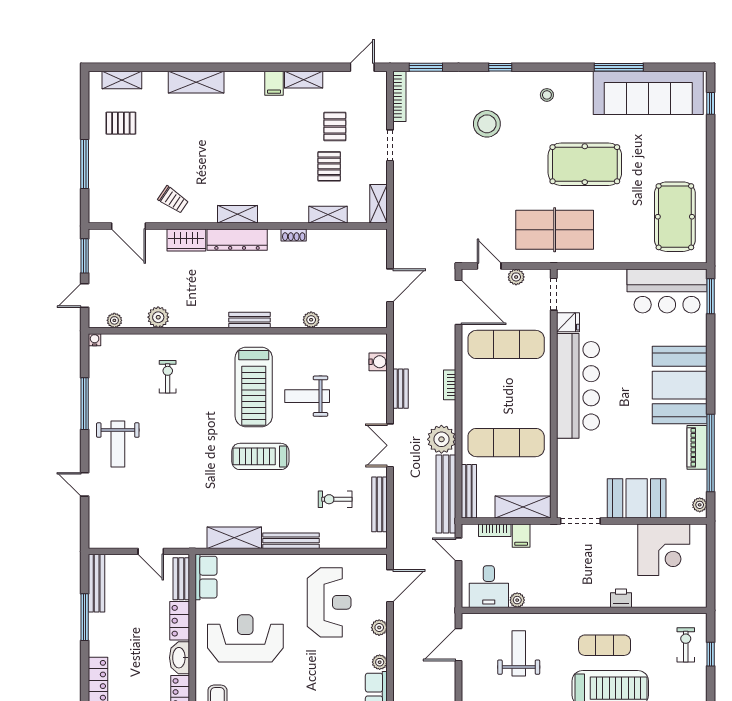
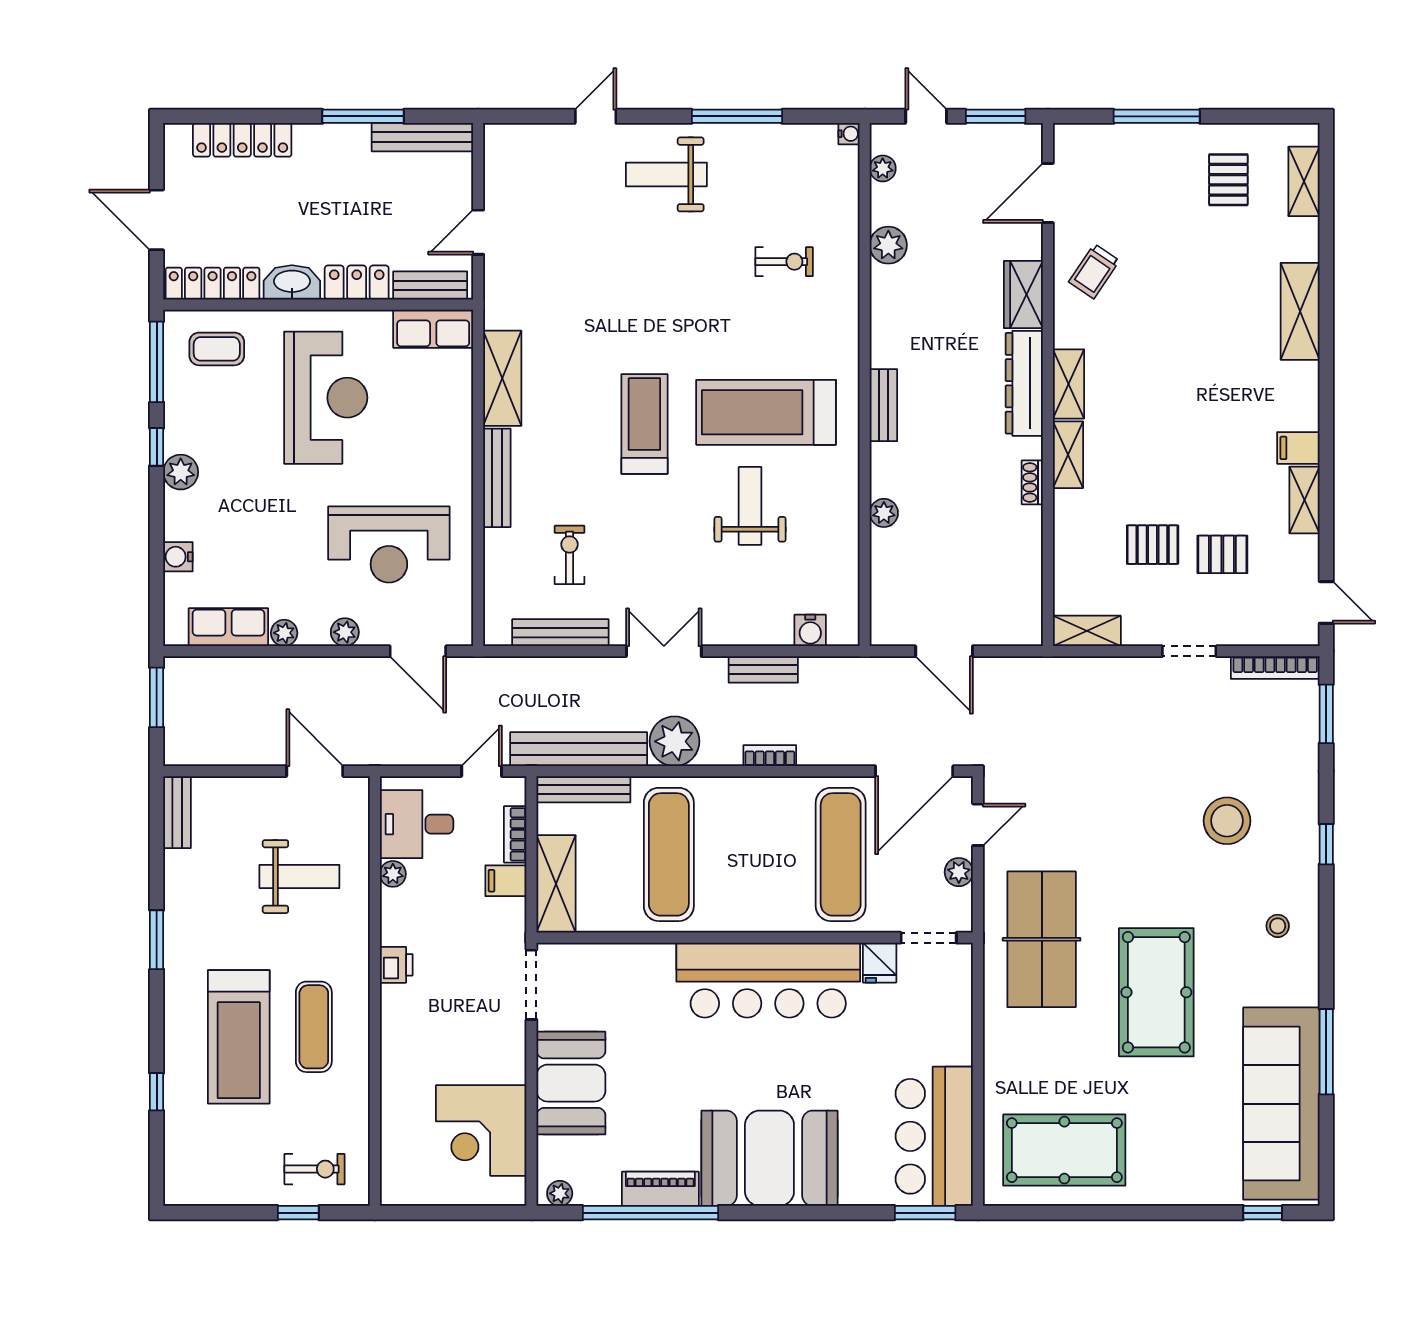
shelving: (328, 215) -> (1068, 455), moved
printer: (621, 598) -> (396, 965), moved

